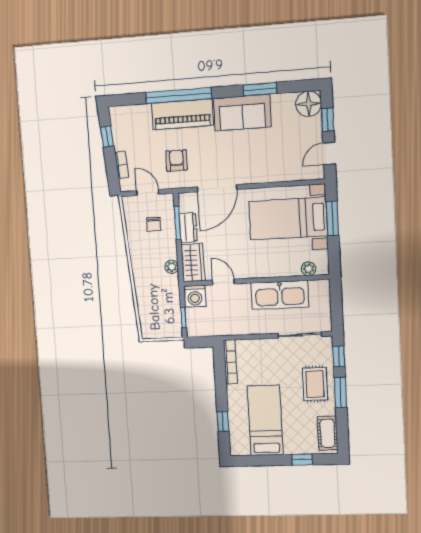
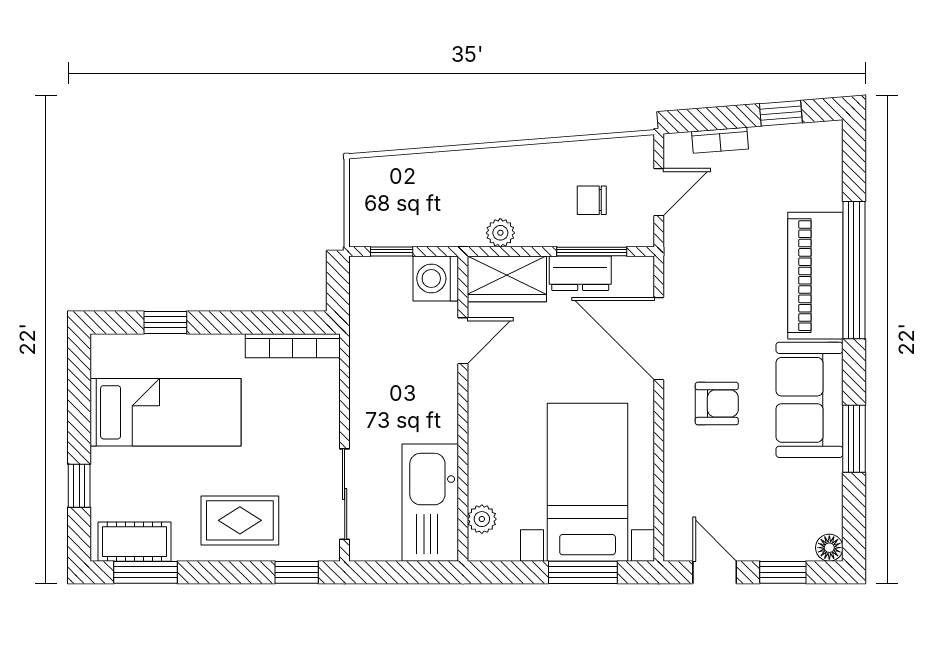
floor lamp: (309, 104) -> (829, 548), width x0.53, depth x0.53
armchair: (176, 160) -> (717, 404), moved
kitchen sink: (280, 295) -> (430, 503), moved
window: (340, 392) -> (145, 572), moved

